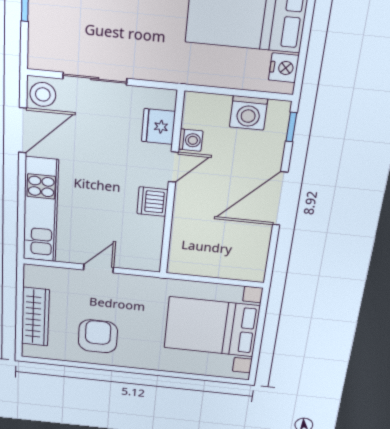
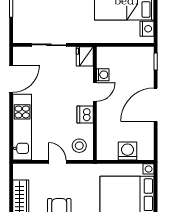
stool: (43, 94) -> (79, 146), moved
washing machine: (249, 113) -> (127, 151), moved, turned 180
fridge: (158, 126) -> (85, 56), moved
door: (99, 269) -> (57, 162), hinge flipped

